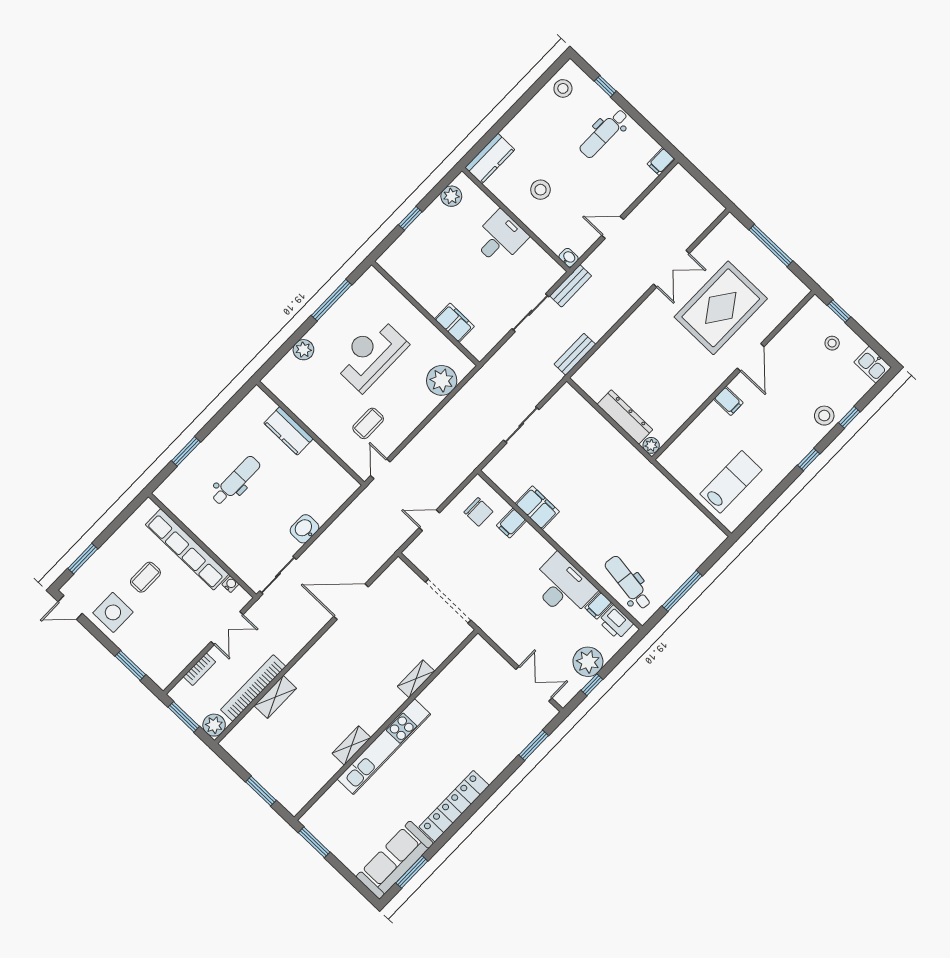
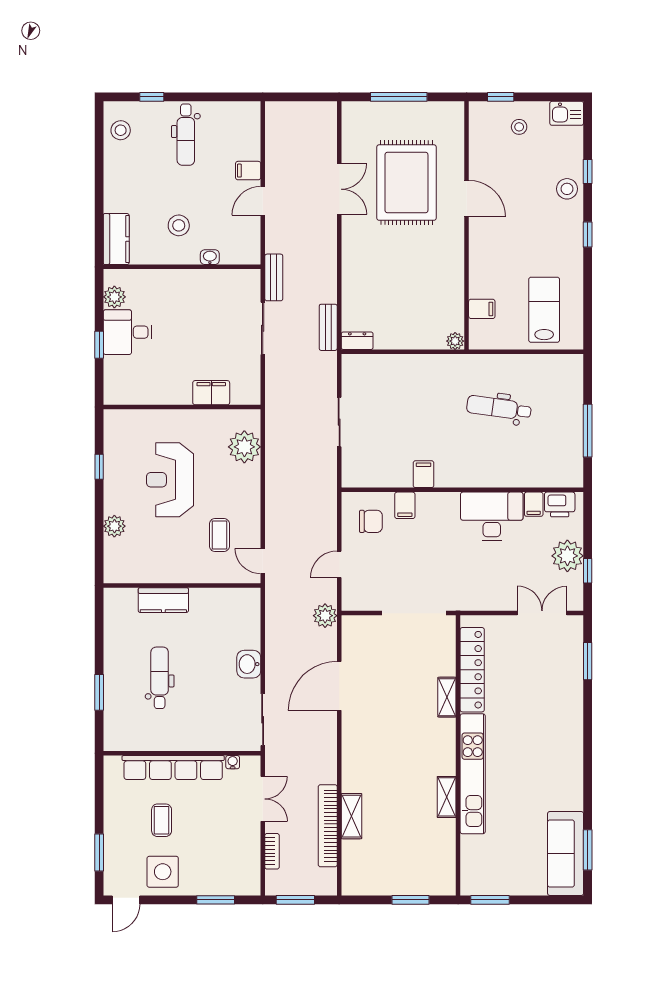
filing cabinet: (661, 162) -> (248, 171), moved, turned 90
desk: (500, 238) -> (128, 332), moved, turned -90
washbasin: (569, 258) -> (210, 257), moved
window: (331, 300) -> (99, 467), width x0.46
filing cabinet: (728, 401) -> (482, 309), moved
dresser: (625, 417) -> (357, 341), moved, width x0.51, depth x0.80
filing cabinet: (537, 508) -> (423, 474), width x0.50
dental chair: (628, 583) -> (499, 408), moved
plant: (214, 725) -> (325, 616), moved
locker: (454, 806) -> (472, 670), moved, turned 180

